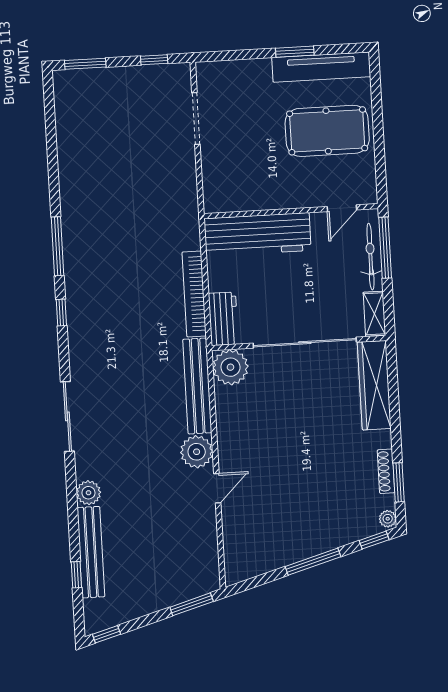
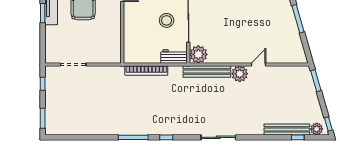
workbench: (258, 234) -> (133, 37), removed
bookcase: (194, 294) -> (146, 70), moved
stool: (295, 300) -> (167, 20), added
door: (217, 488) -> (259, 64), hinge flipped
plant: (88, 493) -> (317, 129), moved

